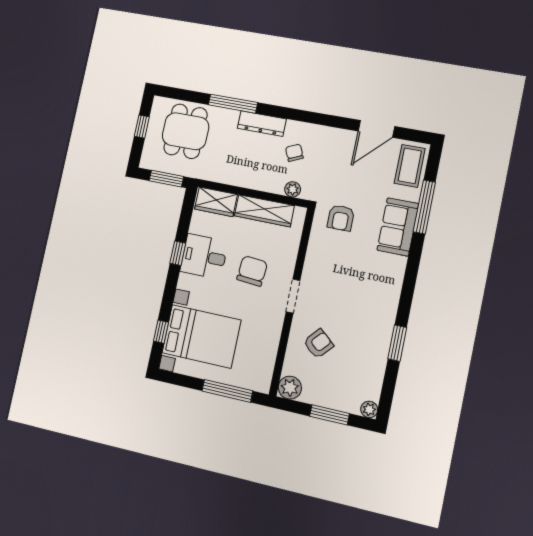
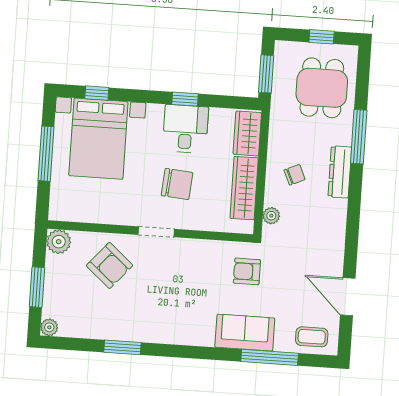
dining table: (186, 131) -> (322, 88), turned 90
chair: (294, 153) -> (295, 175), moved
coffee table: (410, 166) -> (312, 337), width x0.73, depth x0.77
armchair: (318, 344) -> (110, 266), width x1.38, depth x1.38
window: (227, 391) -> (46, 154), moved

